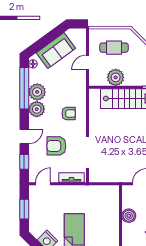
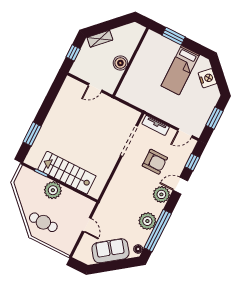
cafe table: (114, 48) -> (43, 222), moved
door: (88, 62) -> (87, 225), hinge flipped
plant: (116, 77) -> (53, 190), moved
plant: (37, 109) -> (161, 194), moved
armchair: (69, 113) -> (128, 186), removed

